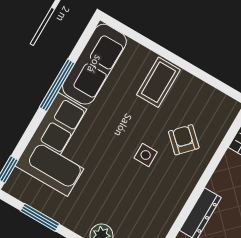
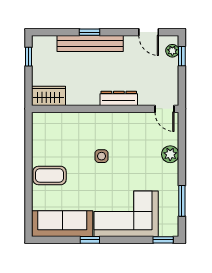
window: (57, 85) -> (90, 240), width x0.46
armchair: (184, 140) -> (77, 137), removed

